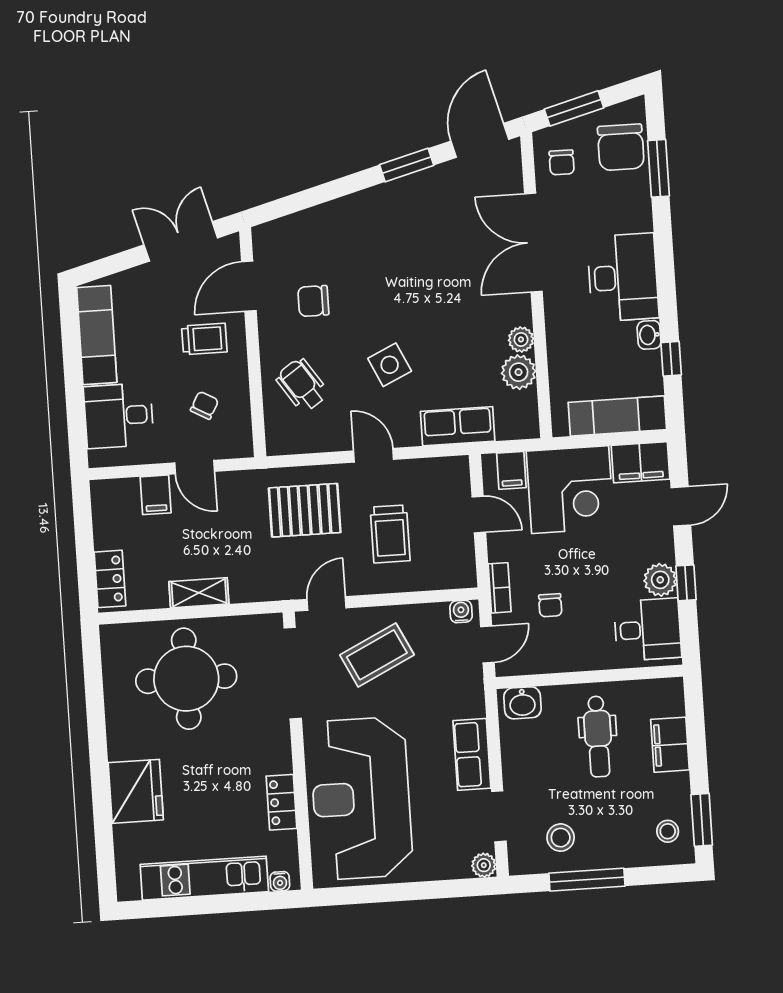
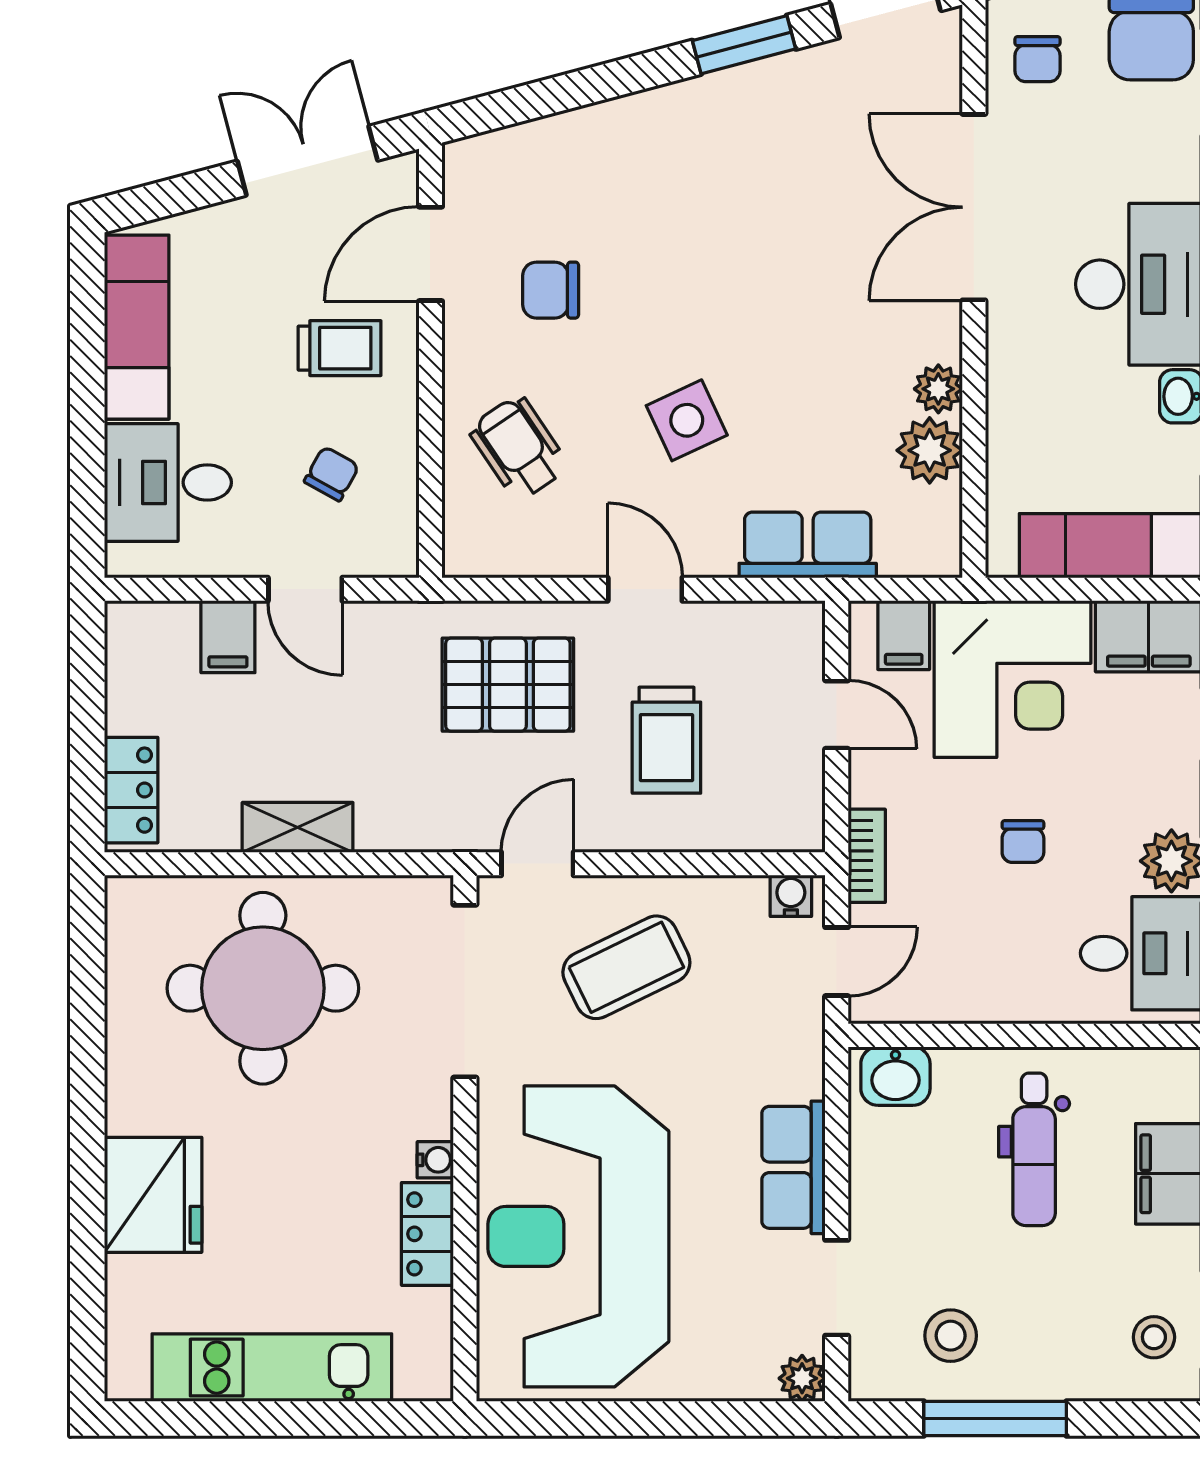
chair: (550, 605) -> (1023, 842), moved
water cooler: (280, 881) -> (435, 1160), moved, turned -90

